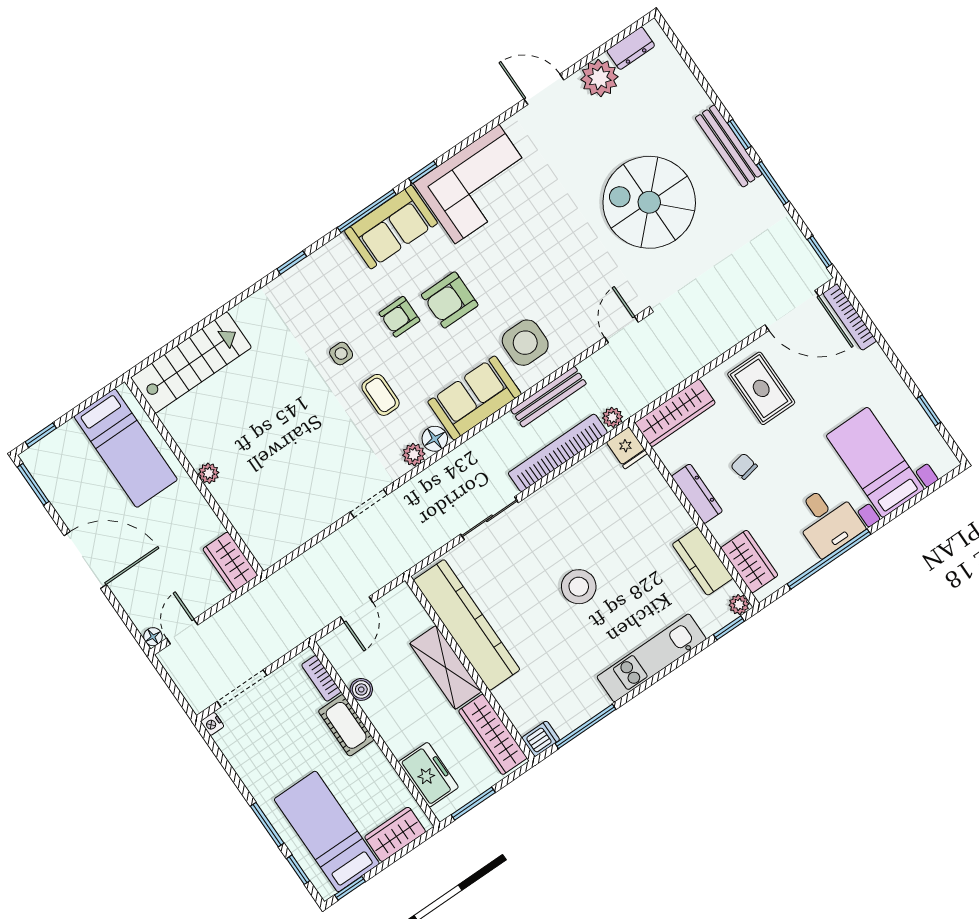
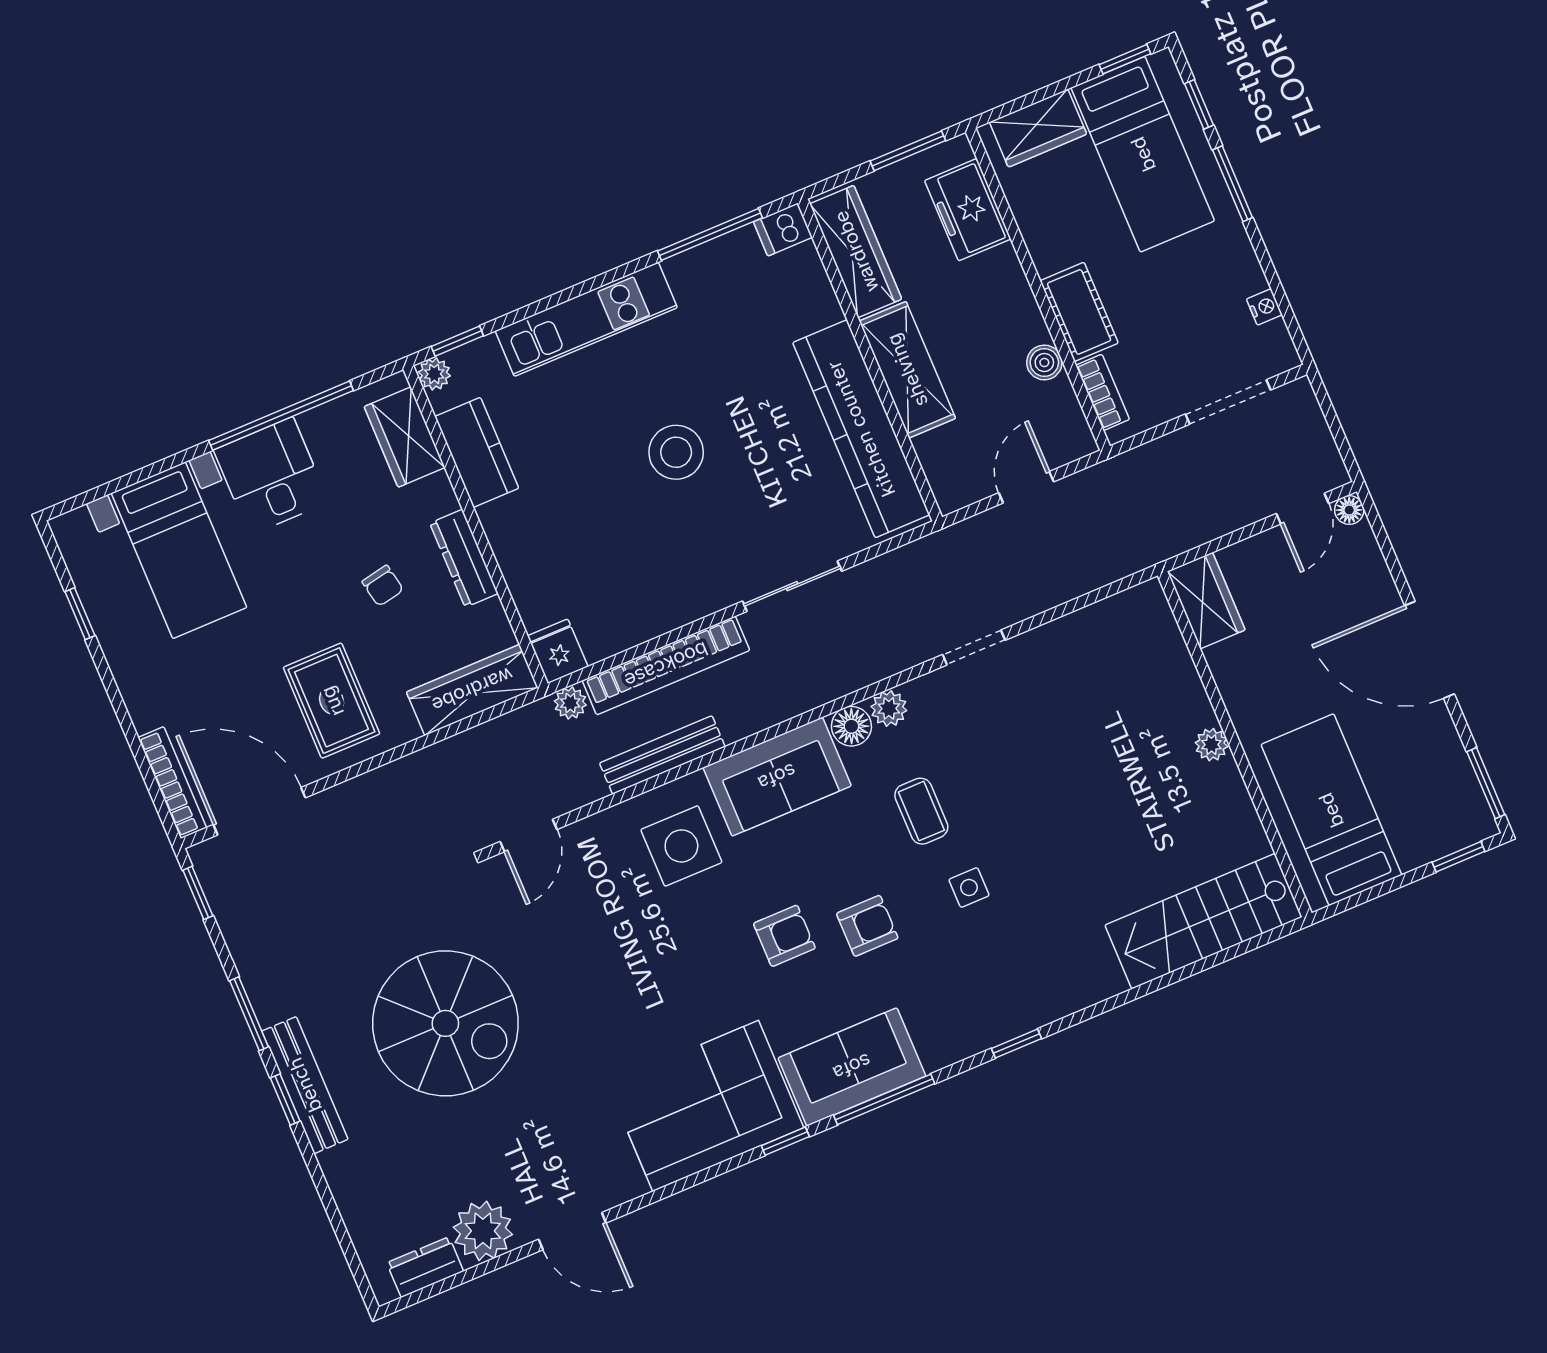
armchair: (450, 300) -> (784, 936), width x0.72, depth x0.72
nightstand: (212, 724) -> (1264, 307), moved

